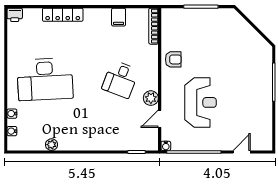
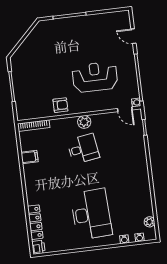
locker: (63, 15) -> (35, 222), moved
armchair: (173, 59) -> (60, 105), turned 90
desk: (120, 79) -> (83, 149), turned -30
plant: (151, 98) -> (84, 122), moved
door: (160, 119) -> (125, 109), moved
plant: (52, 145) -> (149, 222), moved

